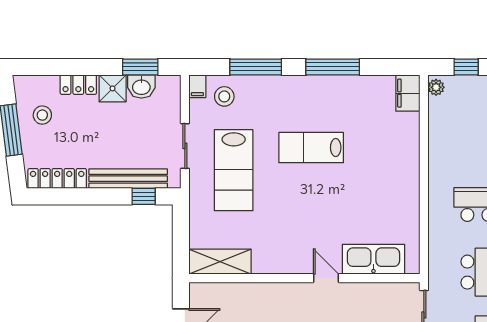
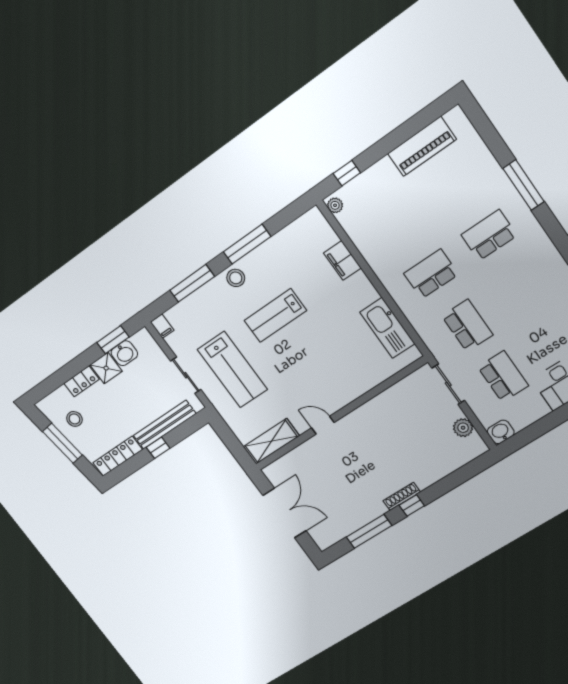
filing cabinet: (408, 93) -> (342, 261), moved
stool: (224, 96) -> (236, 278), moved
window: (144, 196) -> (158, 448), moved
kitchen sink: (373, 259) -> (387, 328), moved, turned -90
door: (326, 278) -> (323, 425), moved

